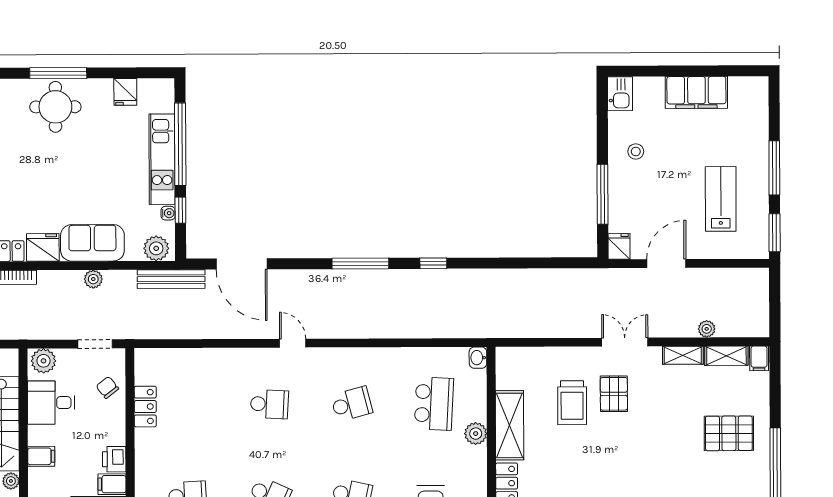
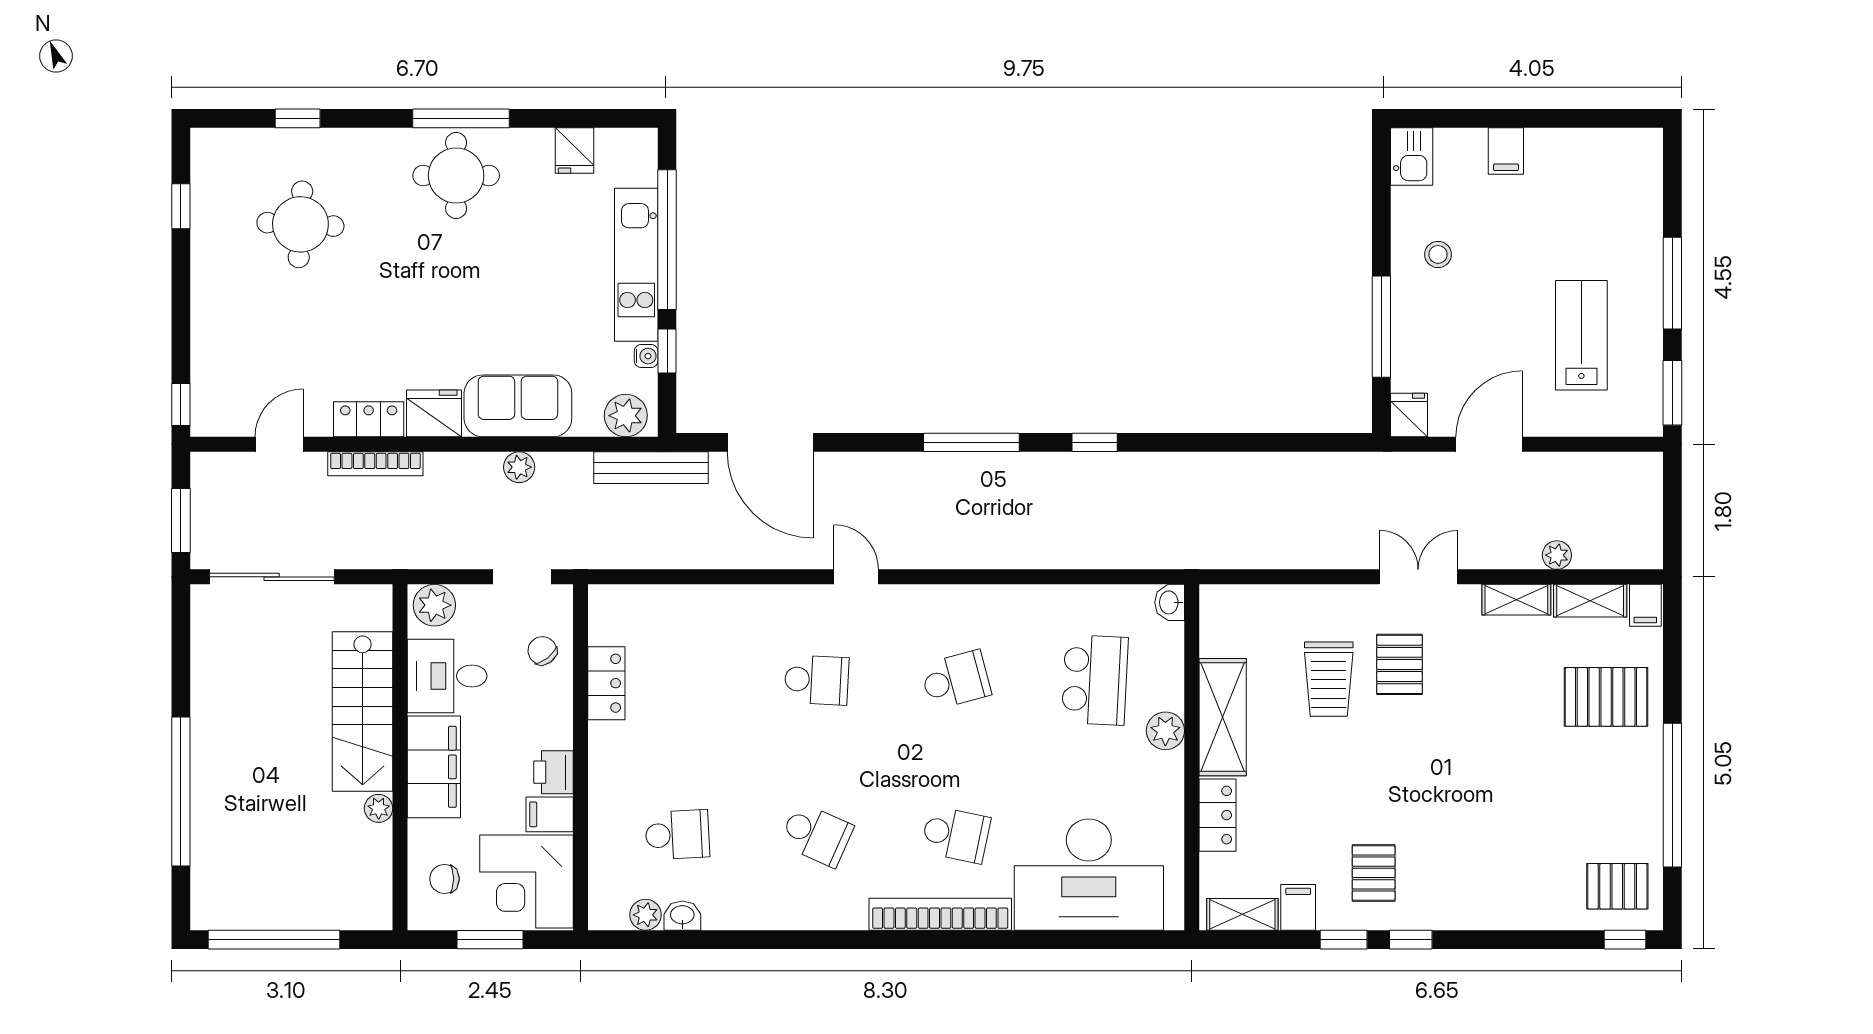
filing cabinet: (696, 92) -> (1506, 151), width x0.33, depth x0.86
pallet: (729, 433) -> (1606, 697), moved
filing cabinet: (41, 456) -> (434, 767), width x3.00, depth x1.17

